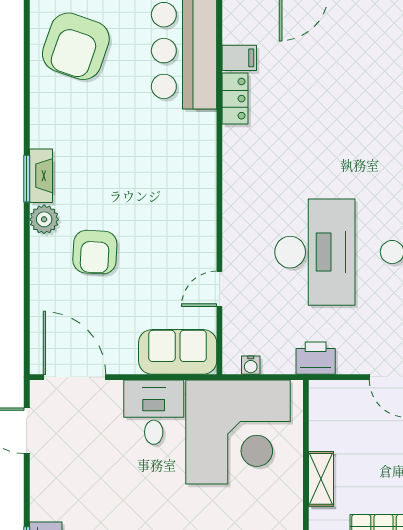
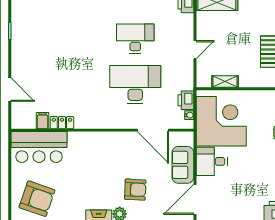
door: (219, 289) -> (153, 130), width x1.87
sofa: (178, 352) -> (183, 165), moved
printer: (316, 358) -> (186, 100), moved
shelving: (321, 479) -> (225, 82), moved

